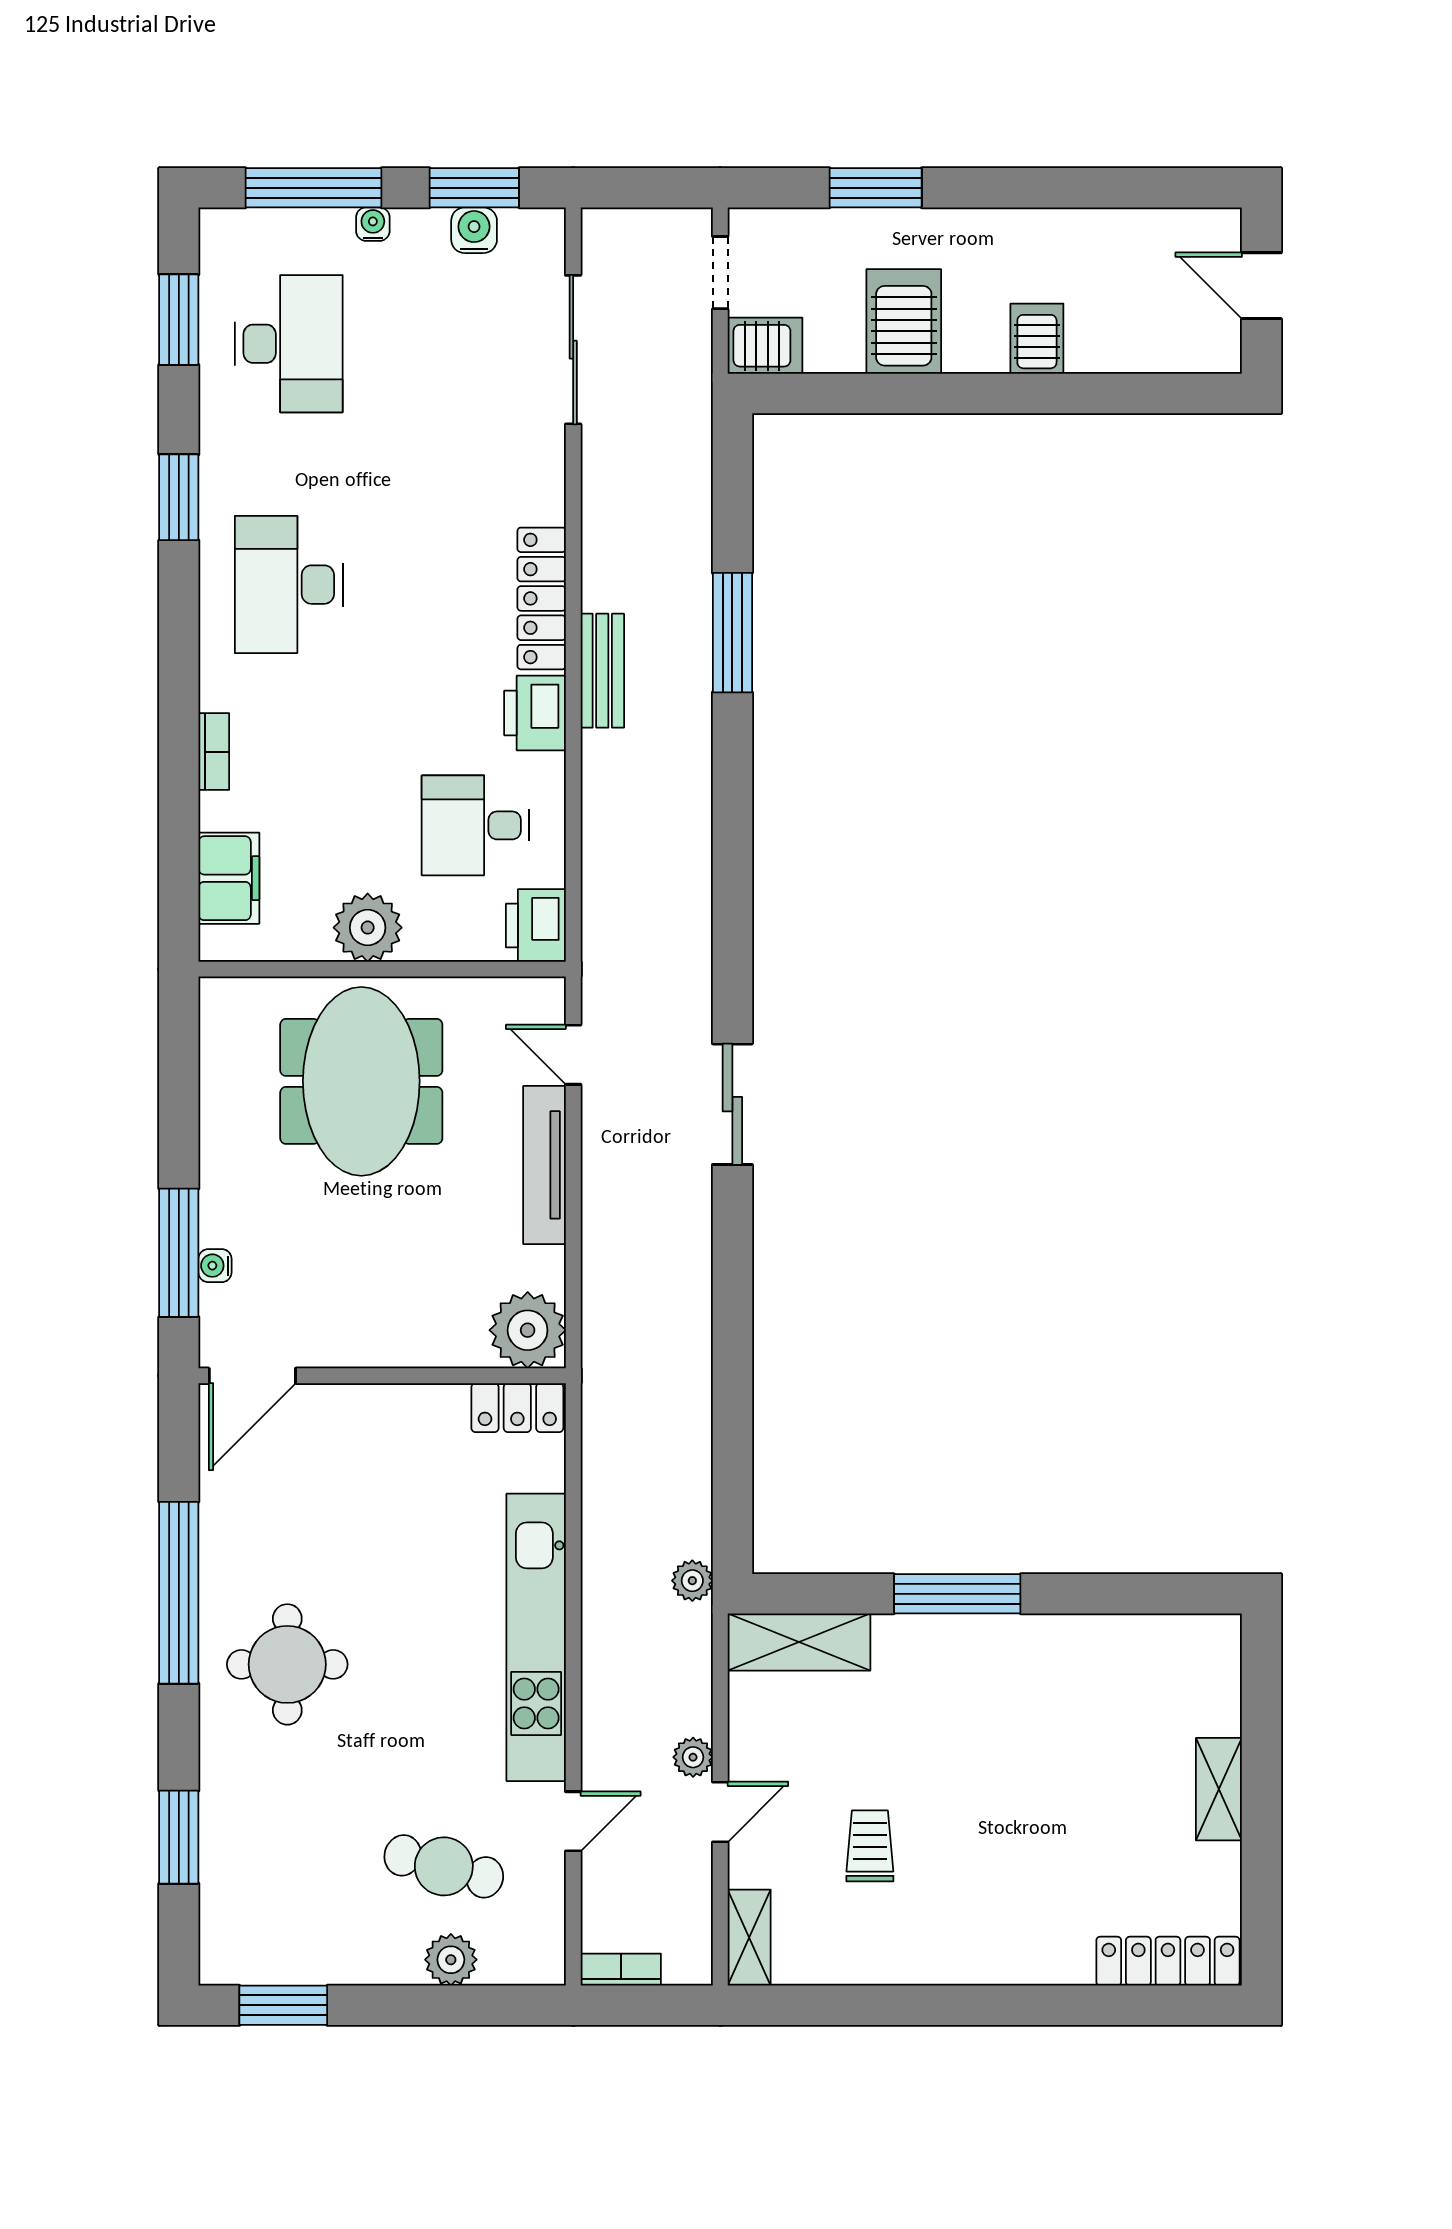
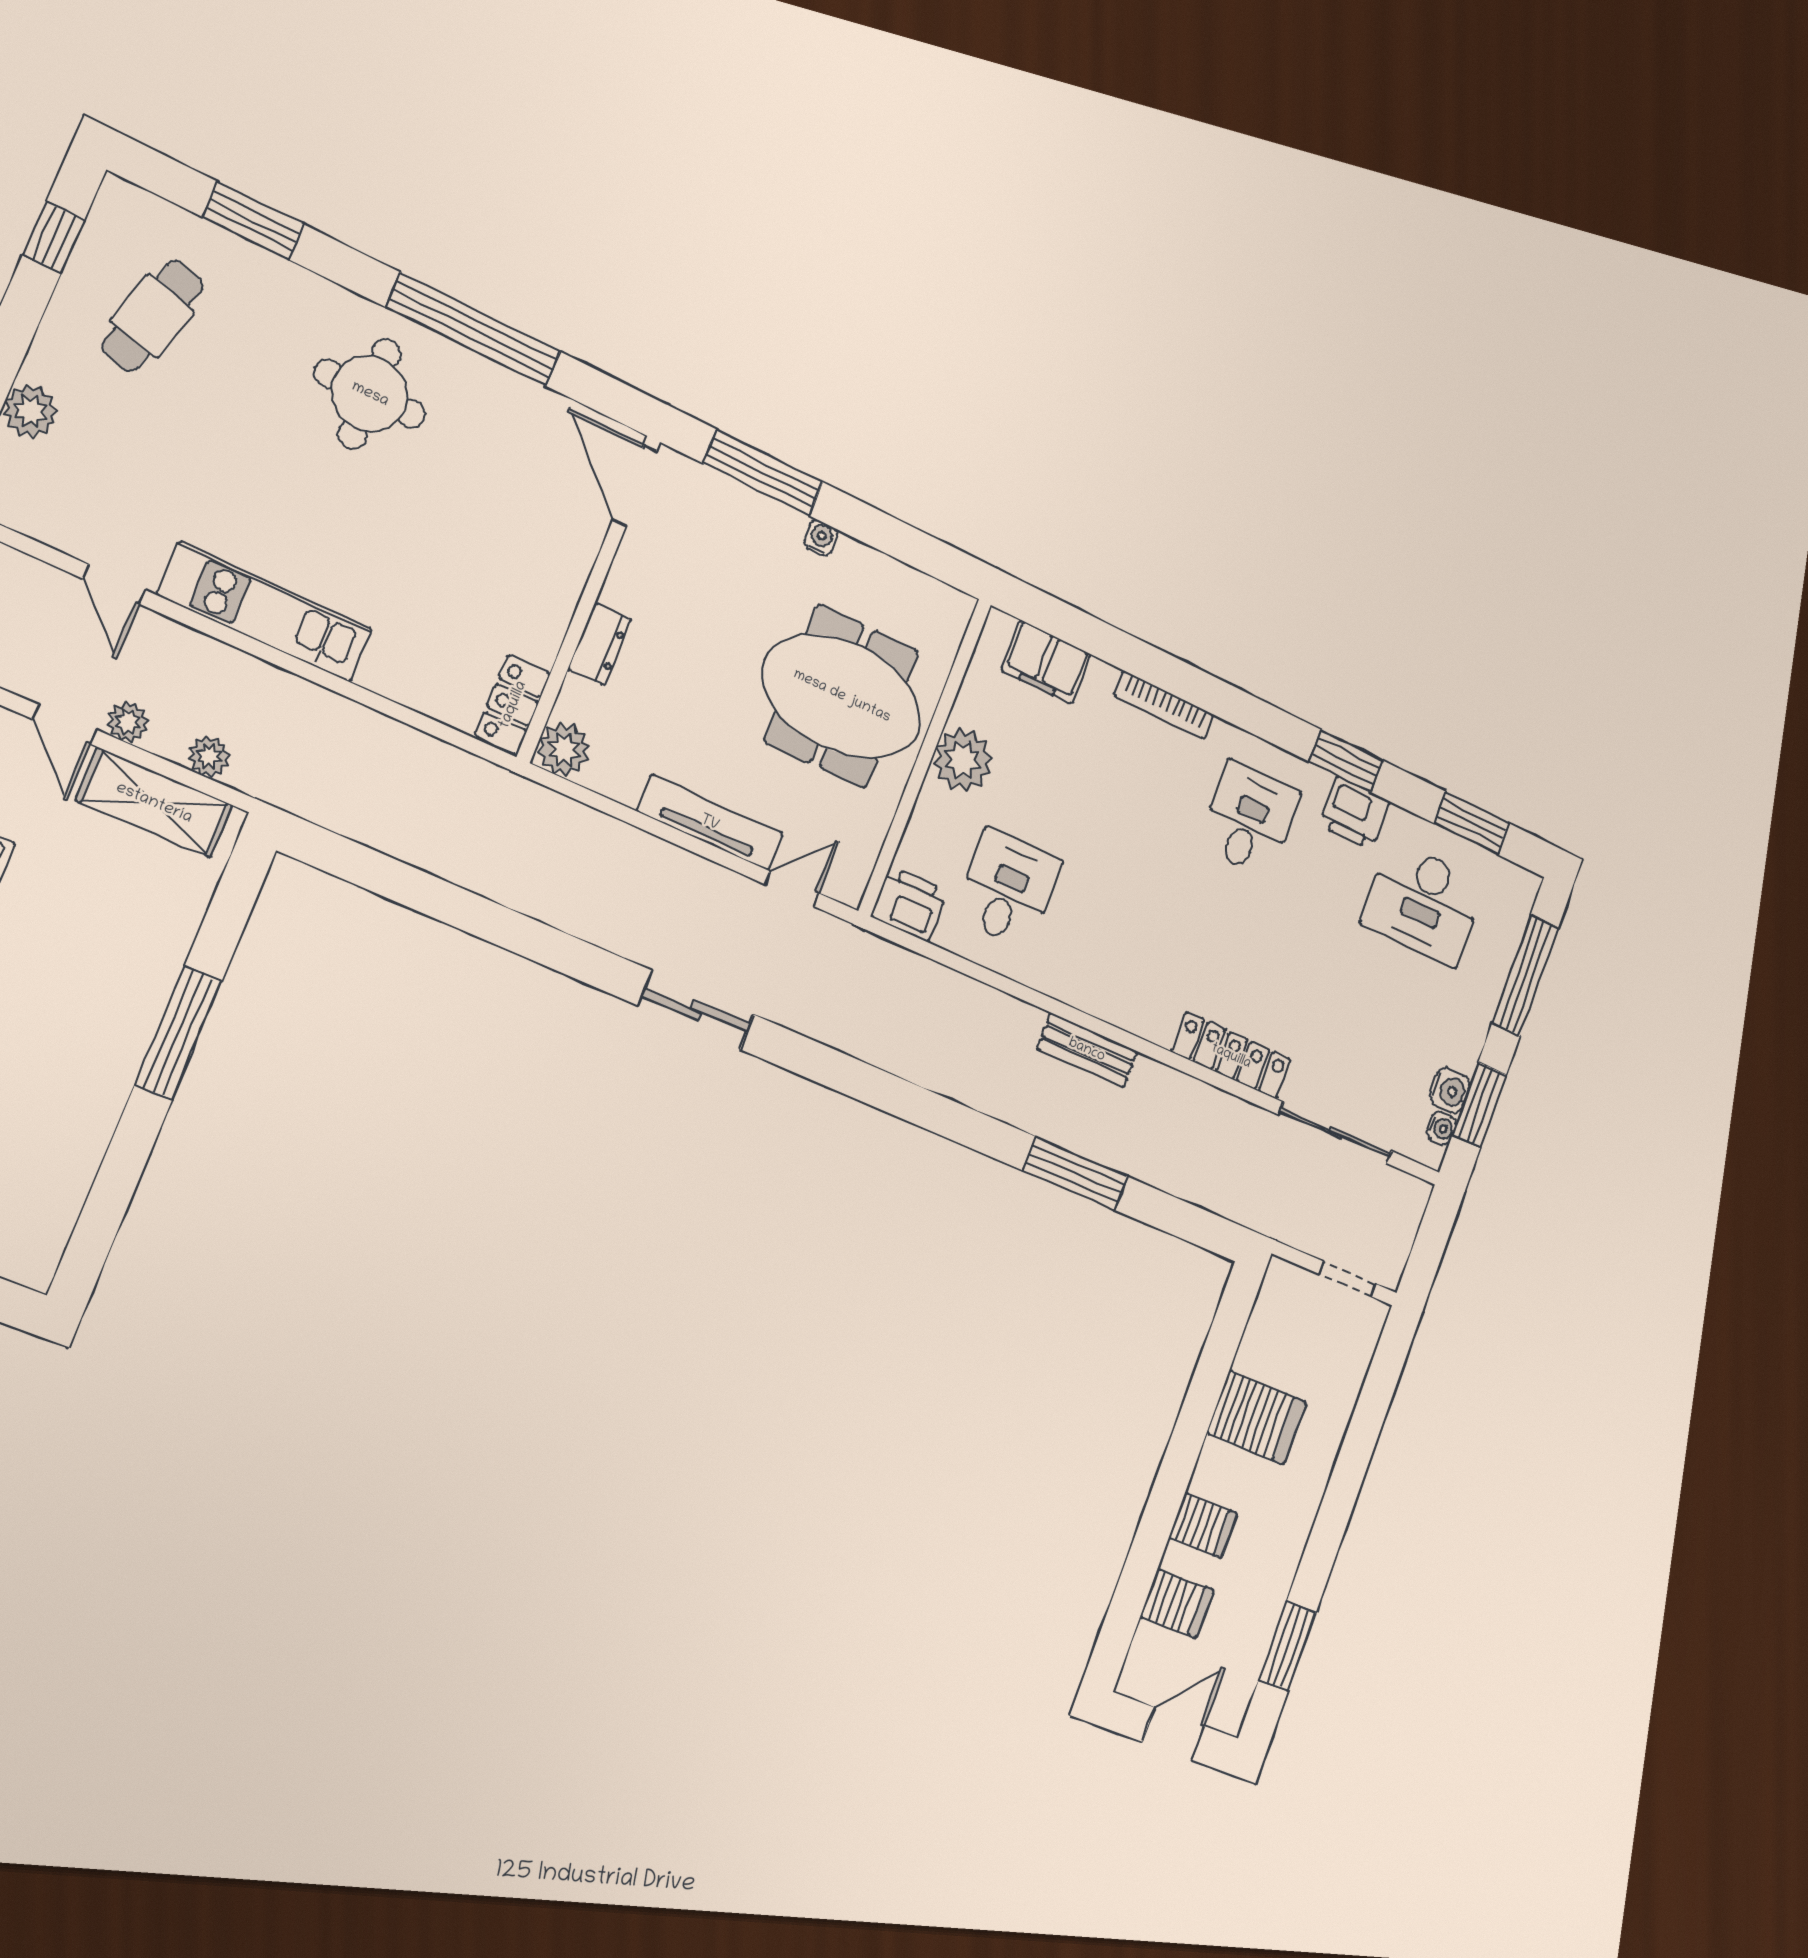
window: (876, 188) -> (1287, 1646), moved
water cooler: (373, 224) -> (1441, 1128), moved
server rack: (765, 346) -> (1177, 1604), moved, turned -90
desk: (289, 585) -> (1249, 819), width x0.73
locker: (542, 598) -> (1231, 1056), moved
printer: (535, 713) -> (1354, 813), moved, turned 180
bookcase: (214, 752) -> (1164, 705), width x1.56
water cooler: (215, 1266) -> (821, 538), moved
plant: (528, 1330) -> (564, 749), width x0.73, depth x0.73
dresser: (421, 1347) -> (600, 644), added
plant: (692, 1581) -> (209, 757), moved
kitchen unit: (536, 1637) -> (265, 612), width x0.73
shelving: (799, 1642) -> (154, 803), moved, turned 90
cafe table: (444, 1866) -> (153, 316), moved
window: (283, 2005) -> (54, 237), width x0.67

